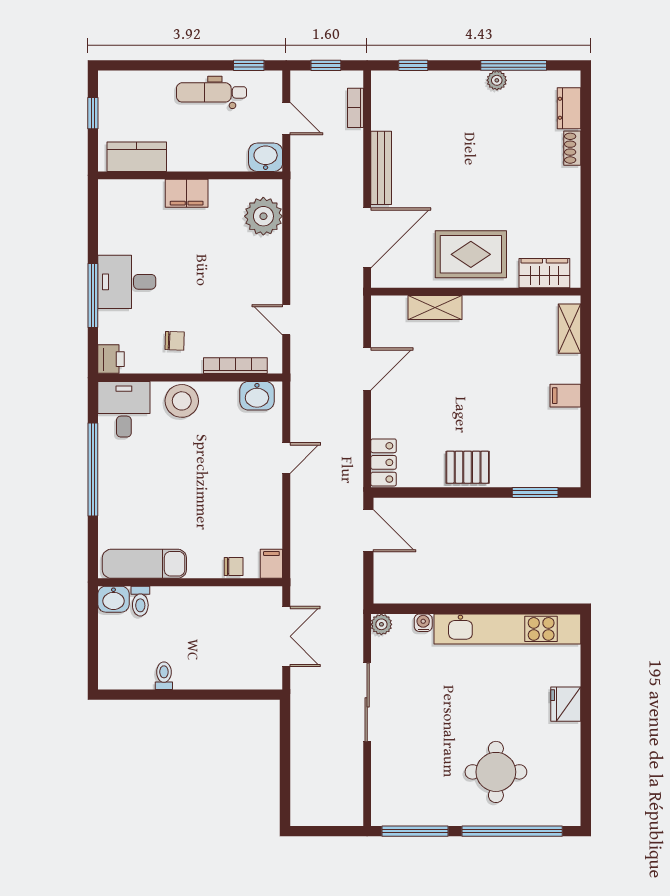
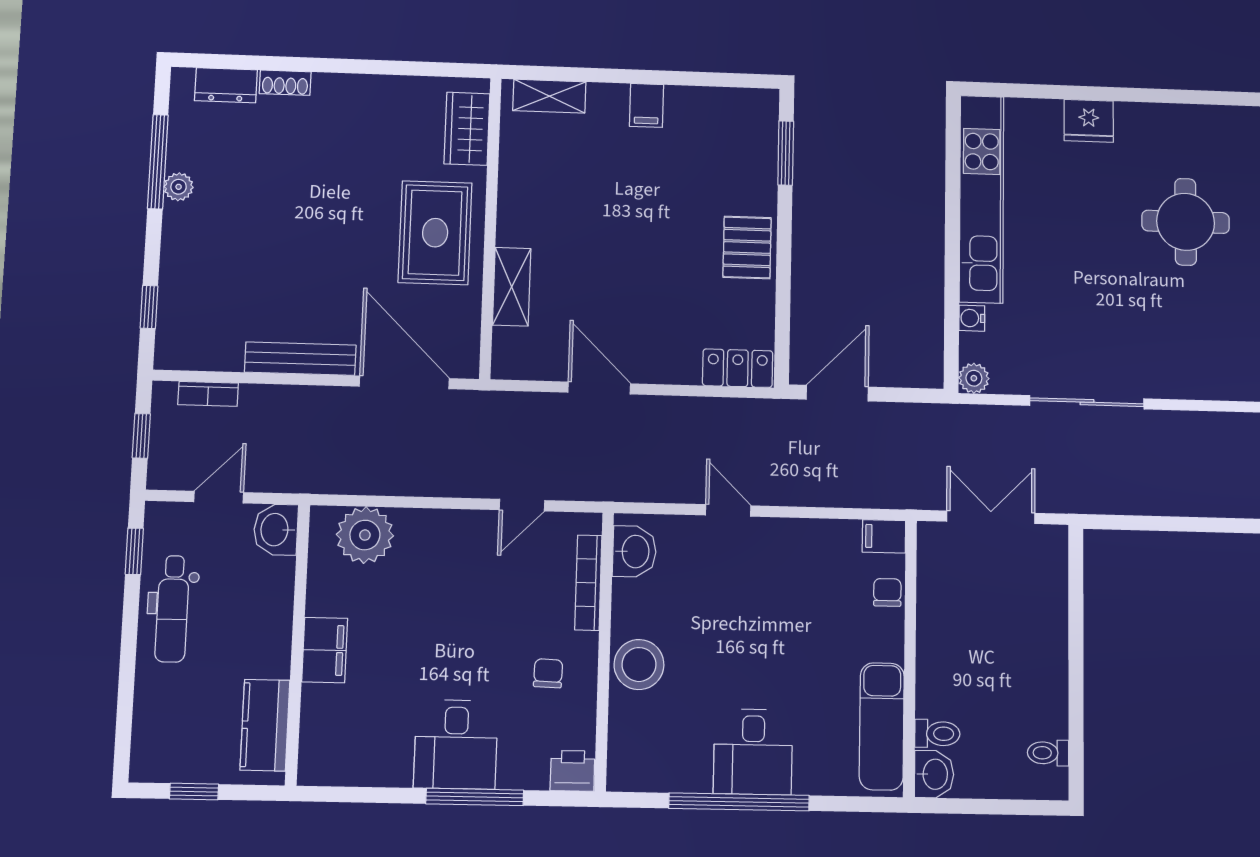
desk: (124, 409) -> (753, 752), moved, turned -90
toilet: (164, 676) -> (1048, 753), moved

